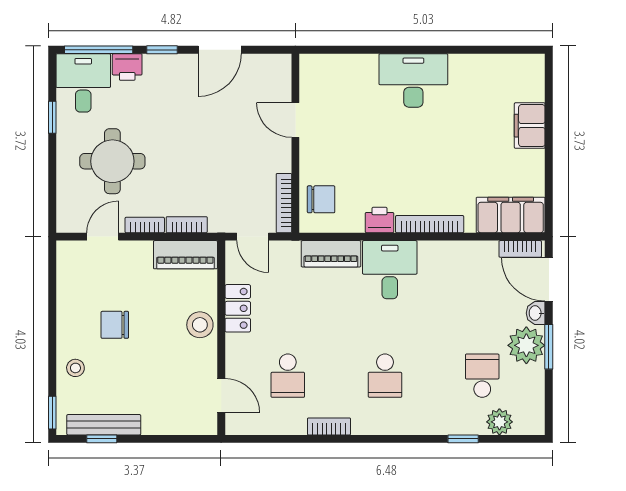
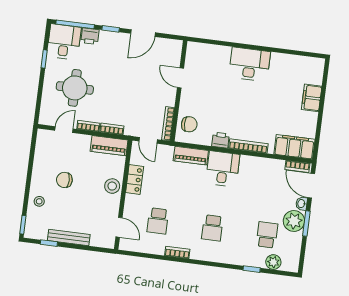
bench: (104, 425) -> (69, 238), moved

